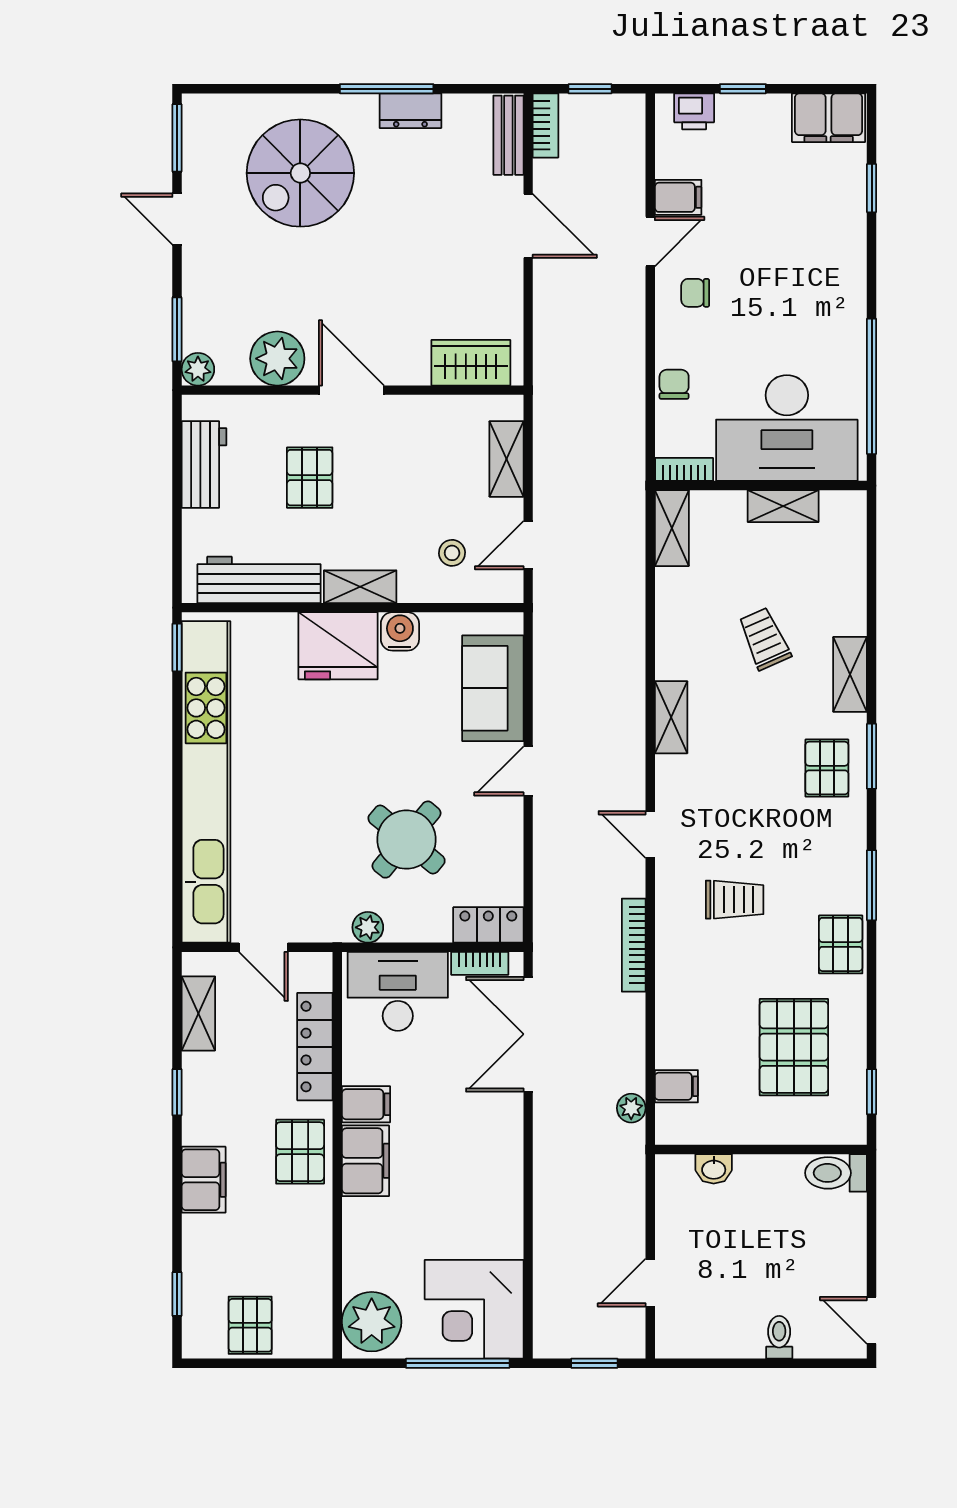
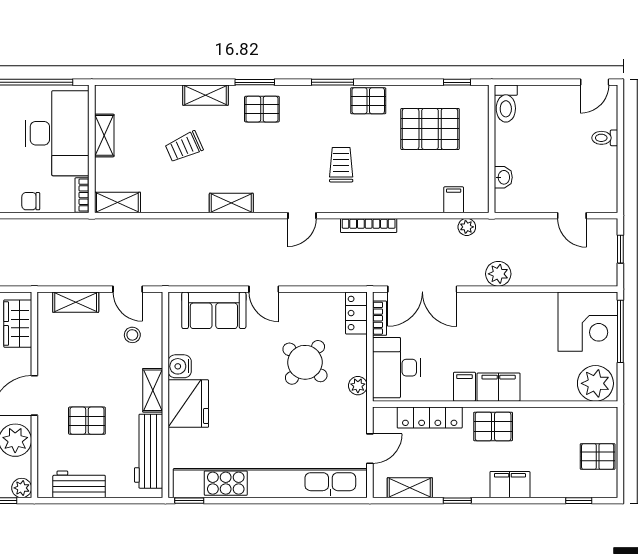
plant: (553, 1160) -> (498, 274), added

